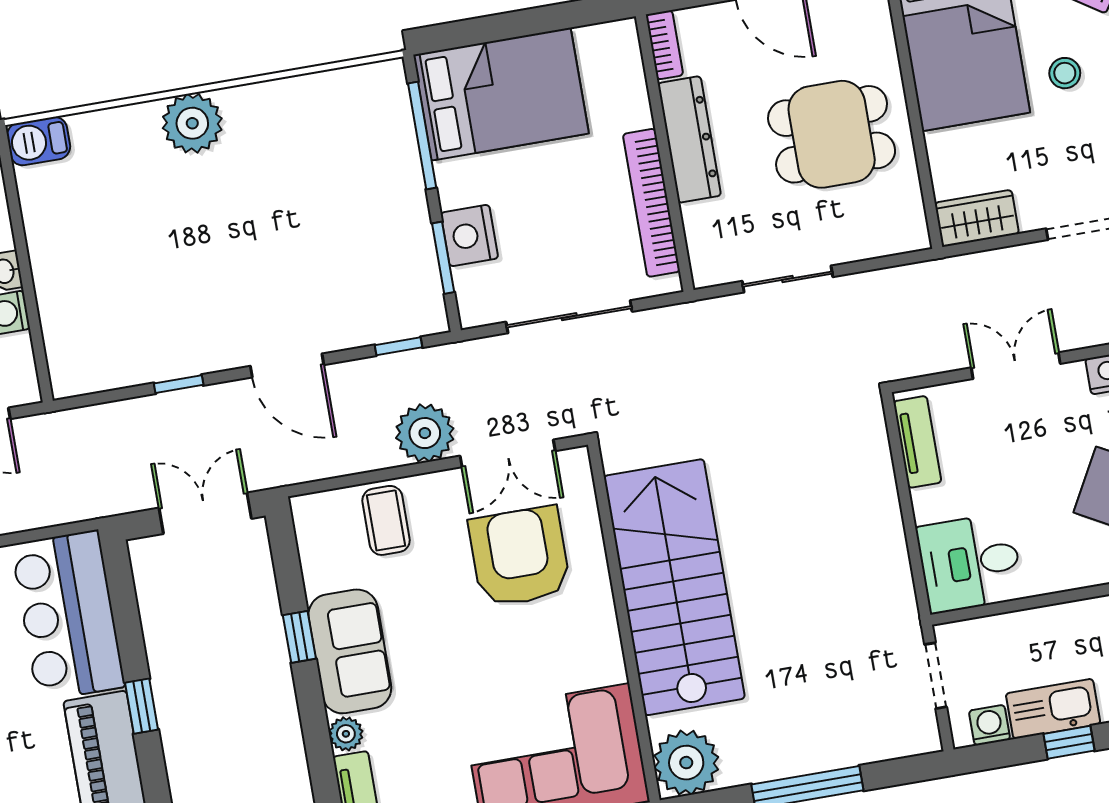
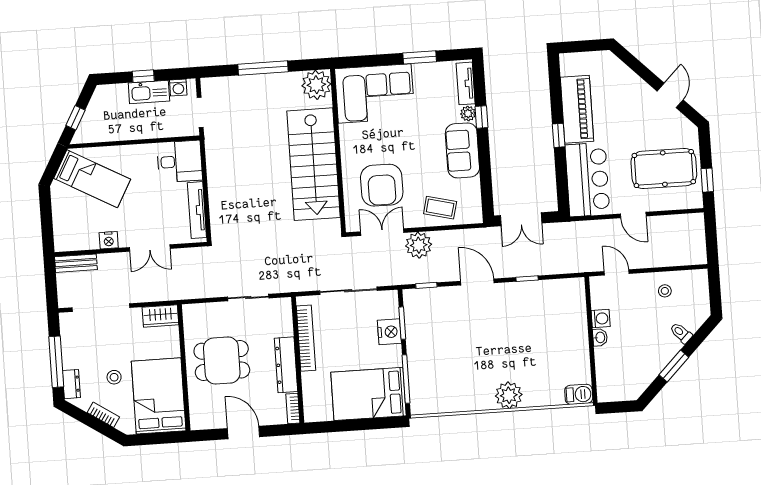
tv unit: (917, 442) -> (197, 210), width x1.41
coffee table: (386, 520) -> (440, 208), turned -76
window: (299, 637) -> (482, 117), moved

